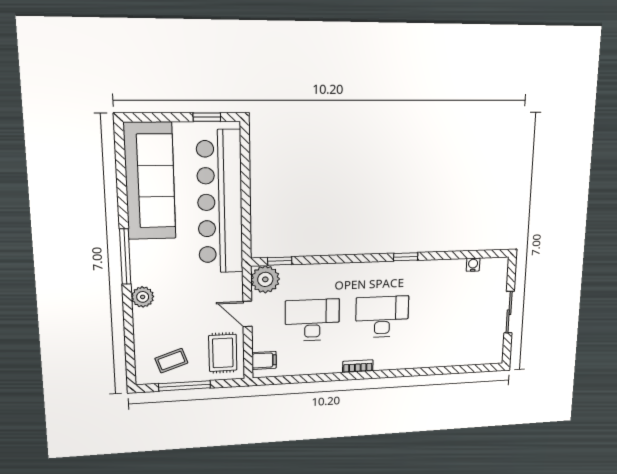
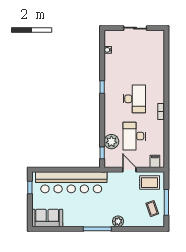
sofa: (150, 181) -> (47, 218), width x0.54, depth x0.79
plant: (265, 279) -> (111, 142), moved
door: (247, 314) -> (129, 170), swing flipped
desk: (382, 317) -> (134, 99), turned 180

